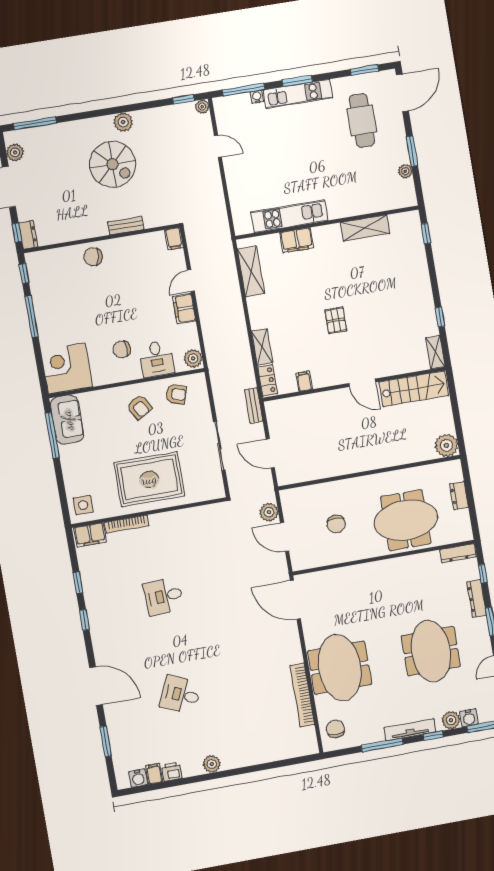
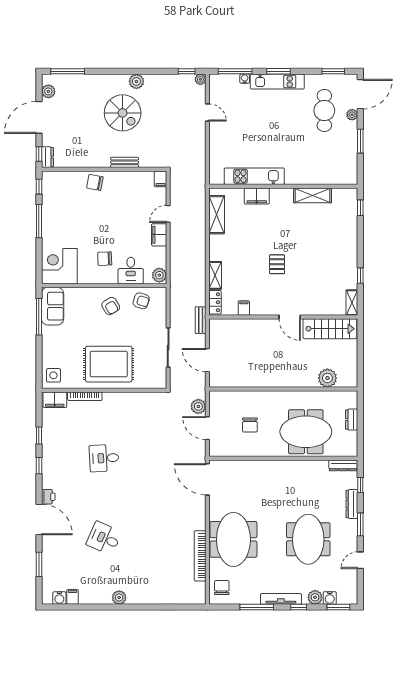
plant: (405, 171) -> (352, 115), moved
plant: (446, 445) -> (327, 378), moved
printer: (172, 772) -> (48, 497), moved, turned 90

